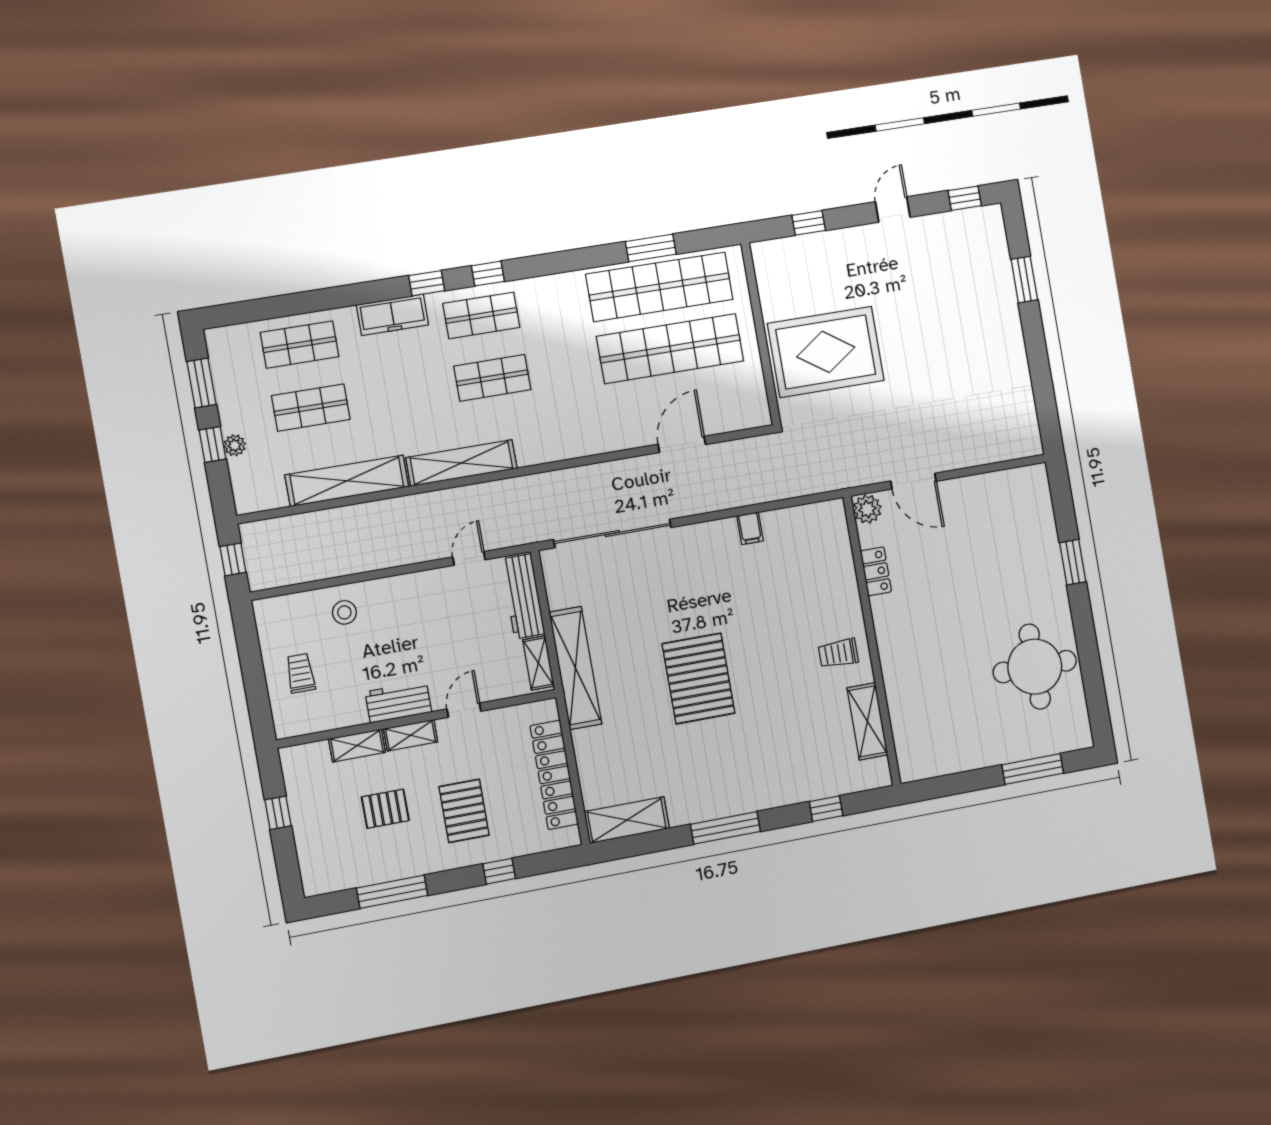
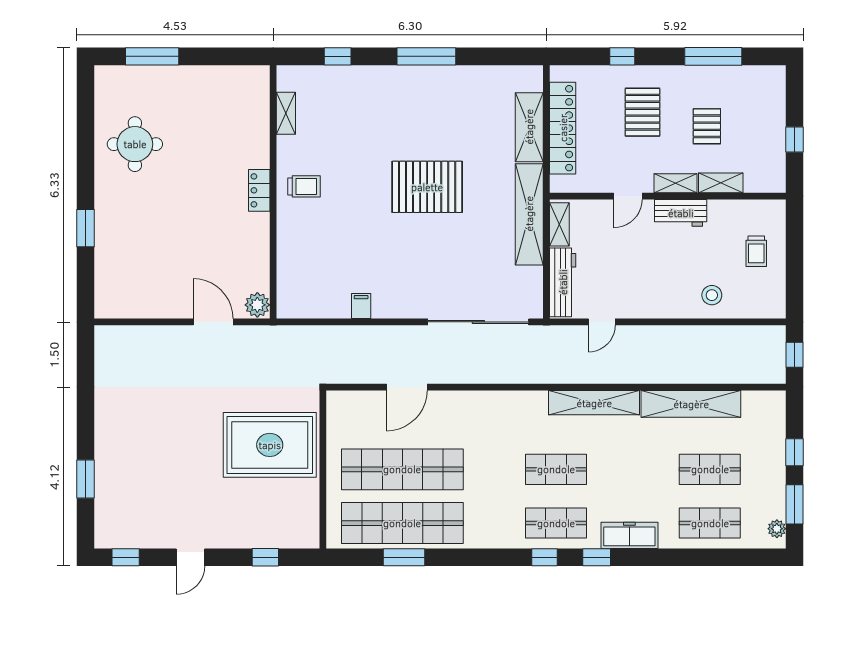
plant: (235, 445) -> (777, 529), moved
locker: (876, 571) -> (259, 190), moved
round table: (1035, 667) -> (135, 144), width x0.73, depth x0.73
pallet: (698, 679) -> (427, 187), turned 90
shelving: (867, 721) -> (286, 113), width x0.67, depth x0.75
pallet: (385, 809) -> (707, 126), turned 90
shelving: (627, 820) -> (529, 127), moved, turned 90

